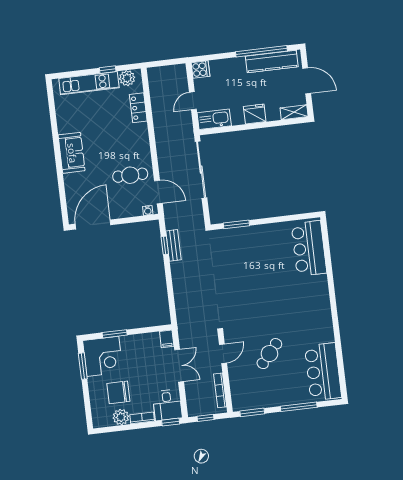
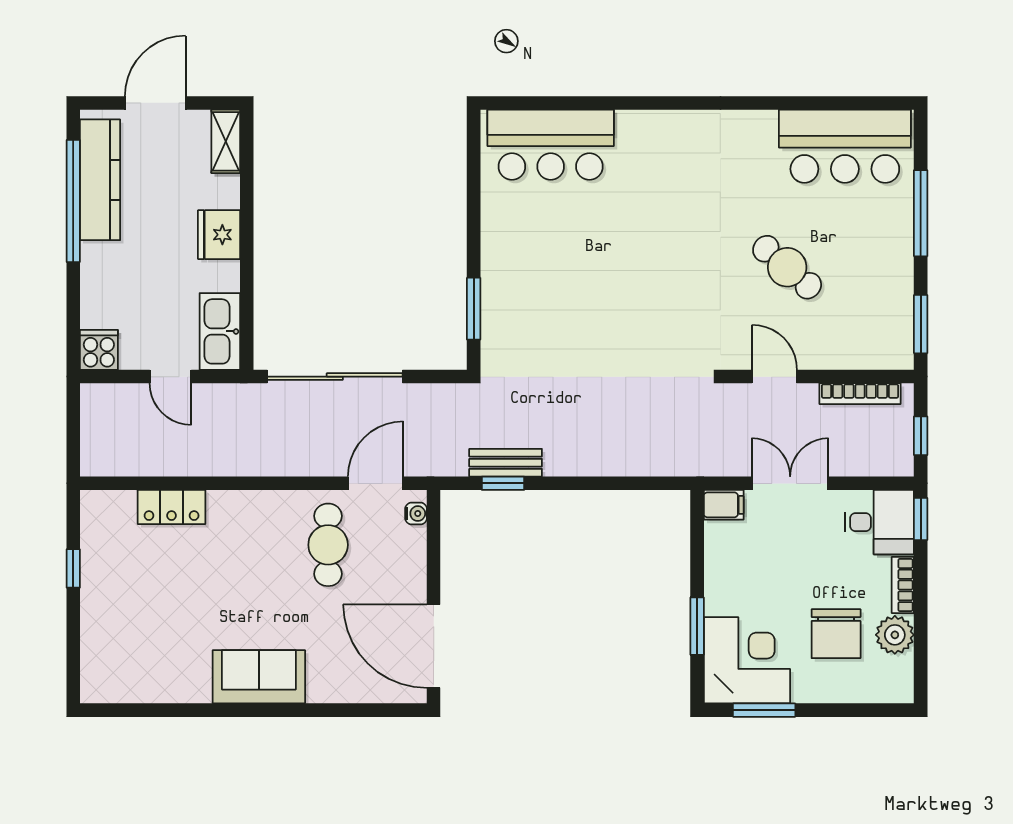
plant: (127, 78) -> (99, 525), removed
kitchen unit: (89, 83) -> (100, 616), removed

